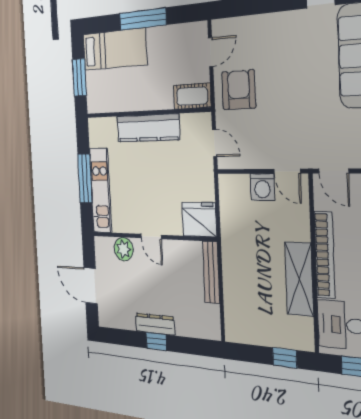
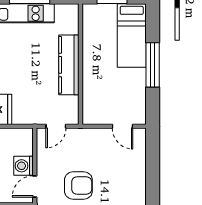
armchair: (239, 90) -> (78, 186), moved
cot: (192, 96) -> (91, 108), removed

